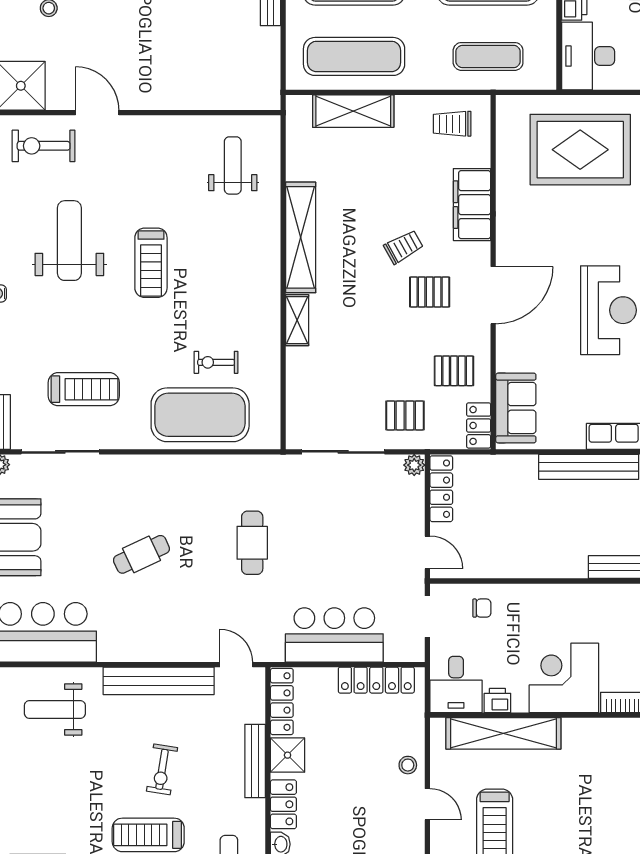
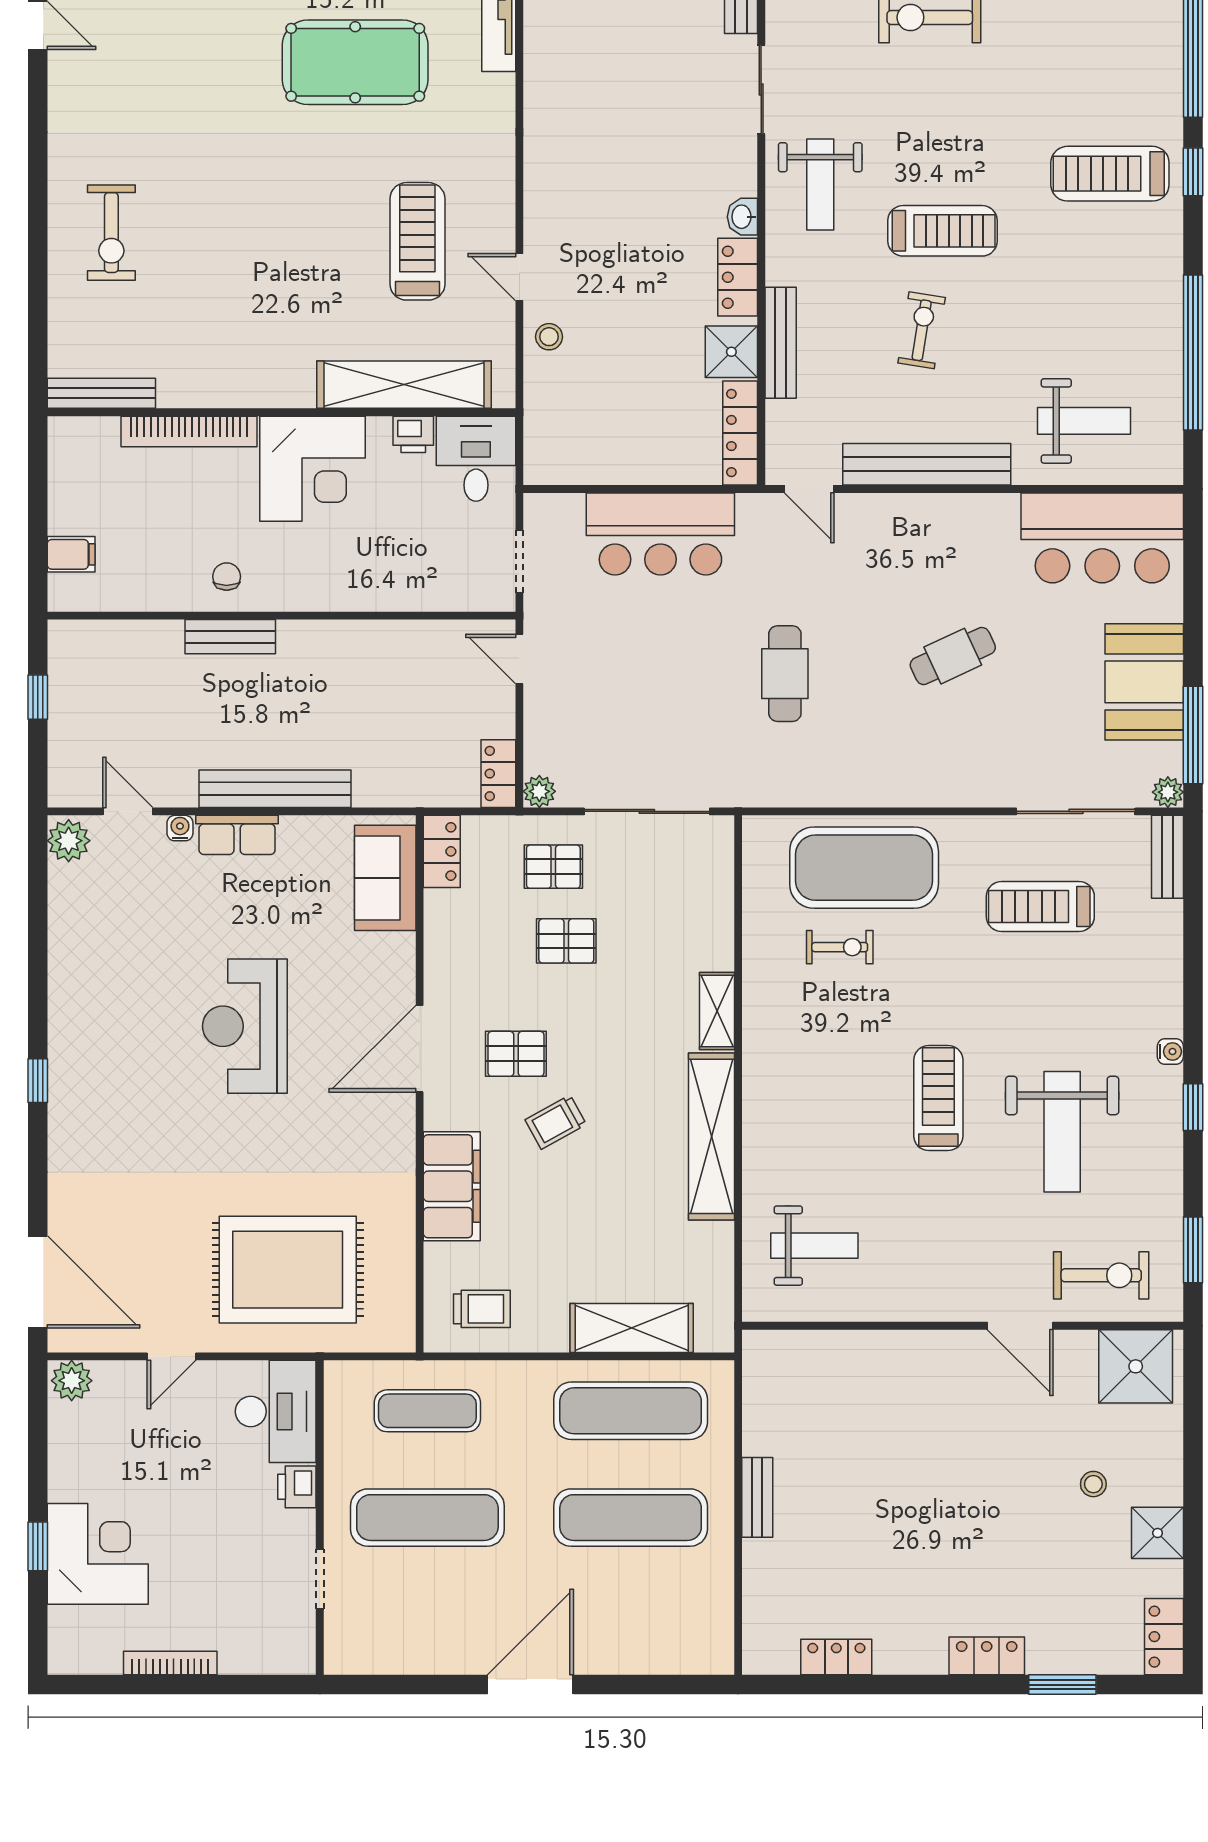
weight bench: (233, 165) -> (814, 1246), turned -90
pallet: (454, 371) -> (566, 941), moved
locker: (441, 489) -> (498, 774), width x0.66
chair: (482, 608) -> (227, 577), moved, turned 90
locker: (376, 680) -> (597, 465), removed

